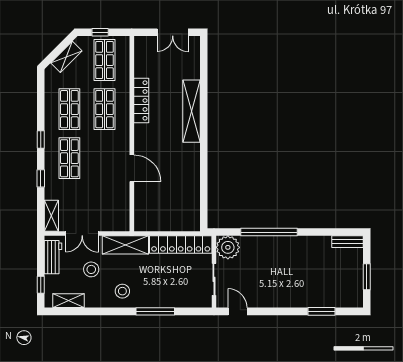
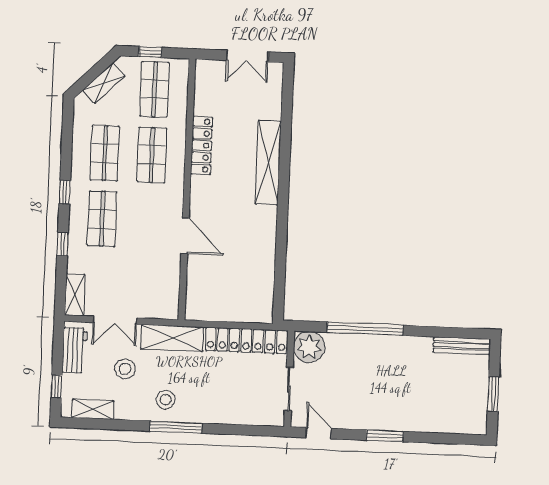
bench: (347, 242) -> (462, 346), width x1.36
window: (155, 311) -> (176, 427), moved
window: (322, 311) -> (385, 436), moved

